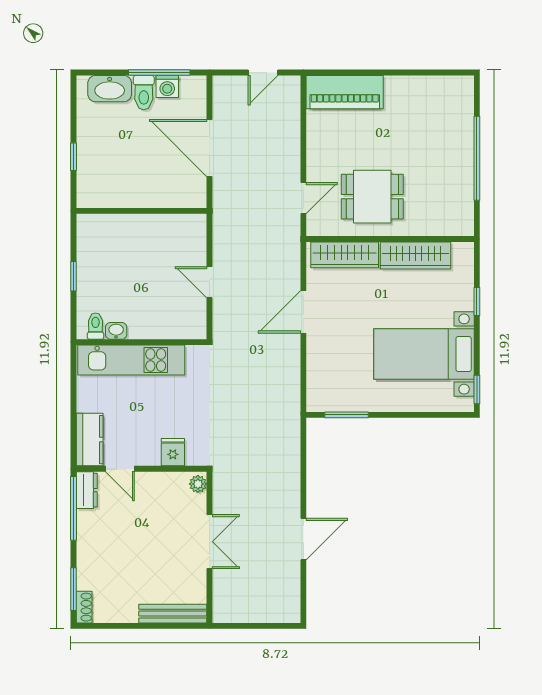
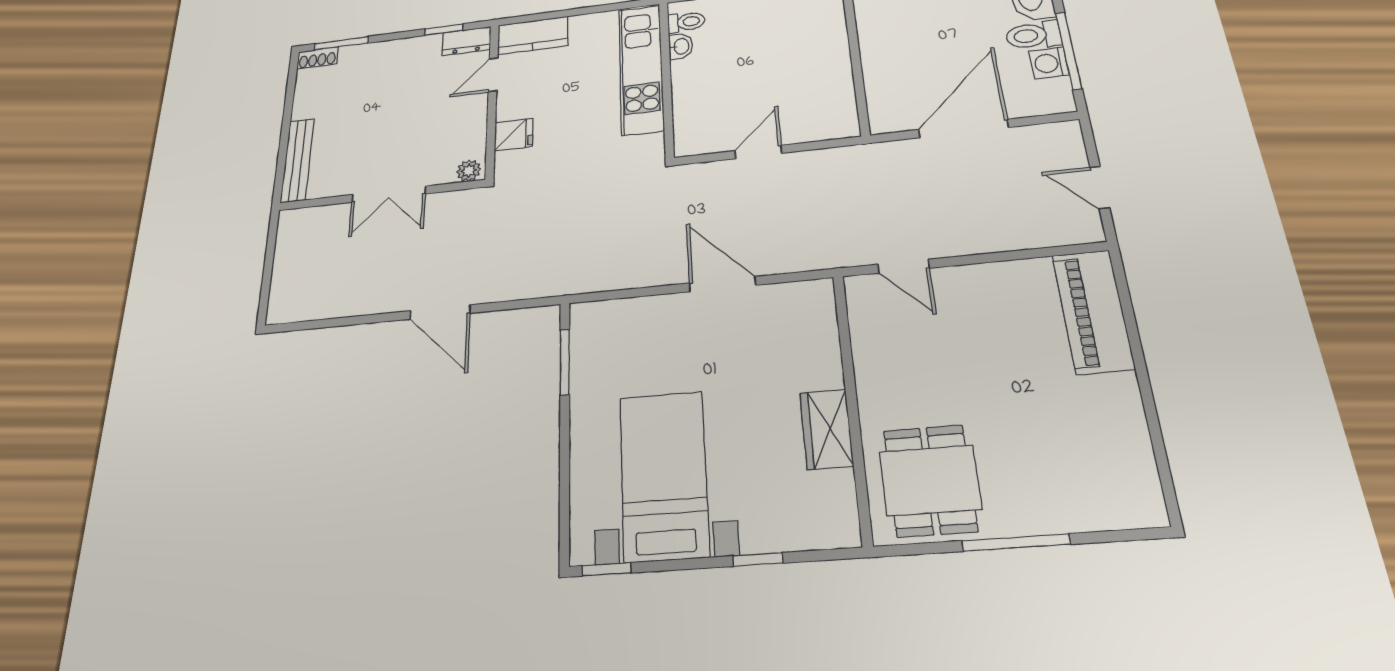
window: (477, 158) -> (1016, 543), width x0.68
dining table: (372, 197) -> (930, 480), moved
wardrobe: (345, 255) -> (818, 336), removed
wardrobe: (415, 255) -> (827, 429), width x0.67
window: (74, 508) -> (444, 30), width x0.46
door: (303, 539) -> (440, 312), moved

